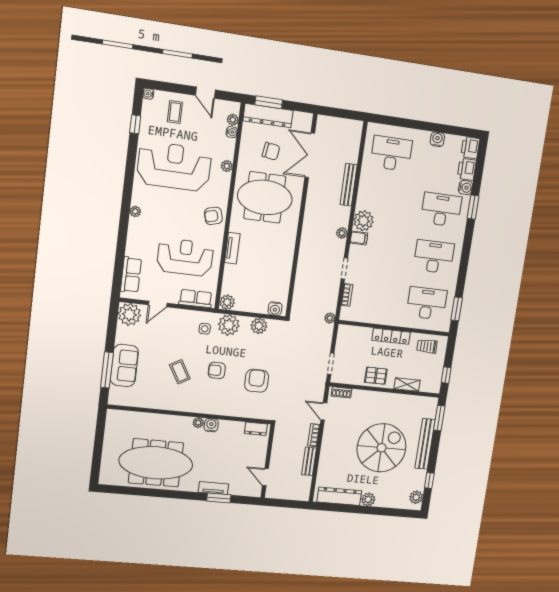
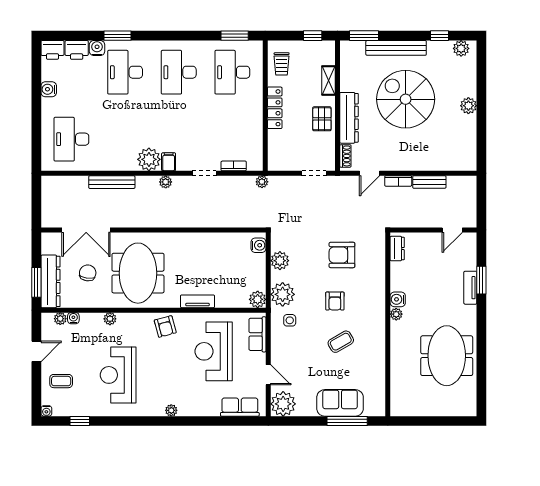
reception desk: (174, 166) -> (118, 375), width x0.74, depth x0.77
meeting table: (156, 463) -> (447, 356), width x0.73
dresser: (339, 496) -> (349, 118), moved, turned 180

